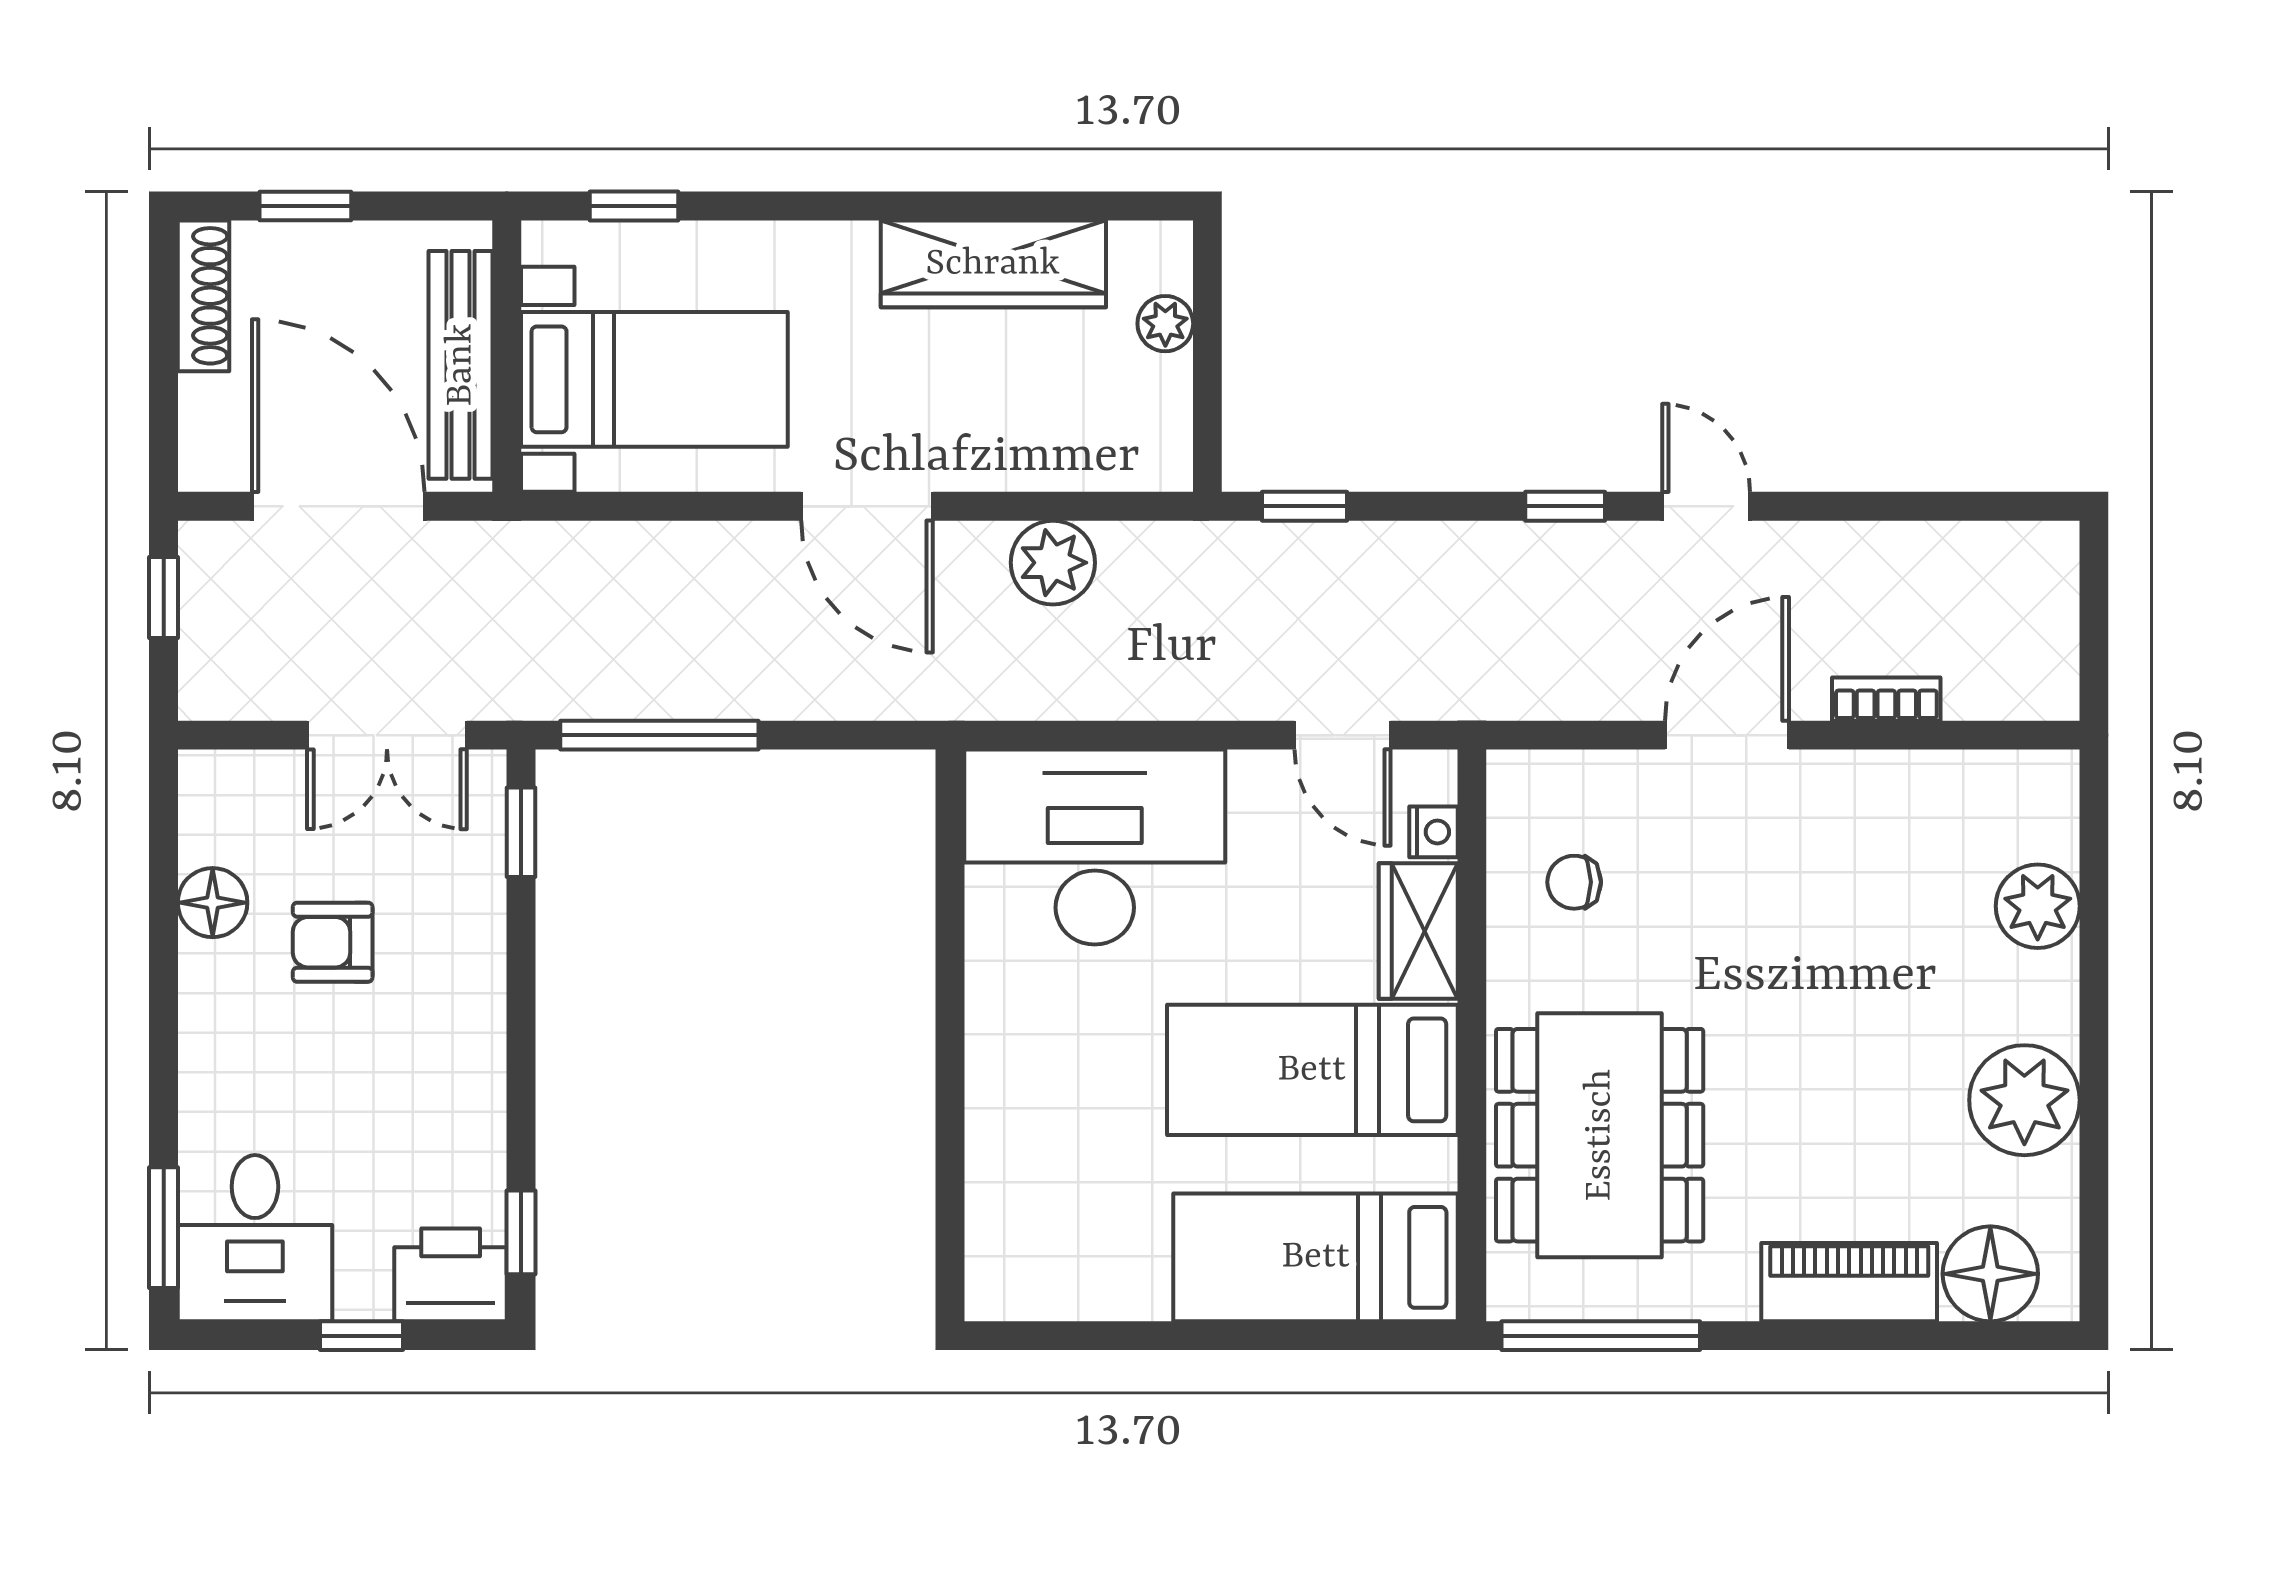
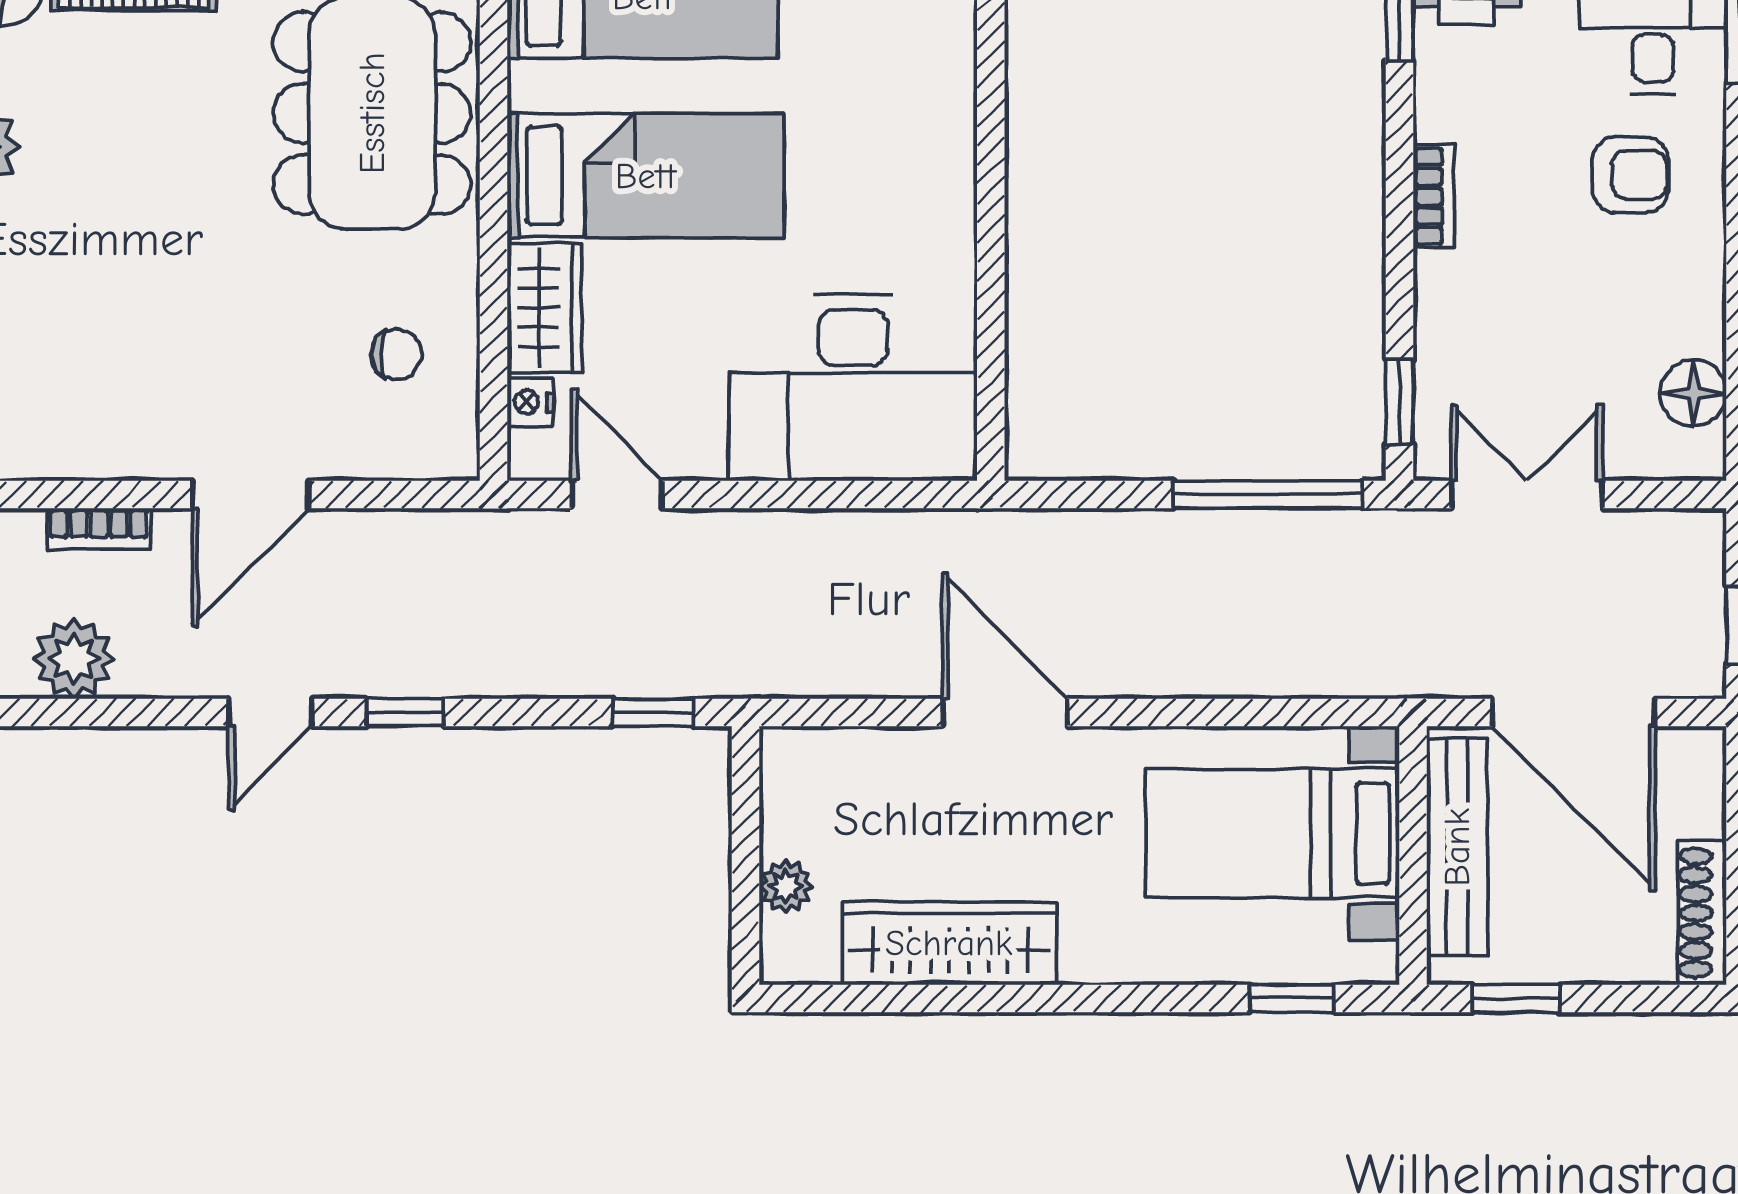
window: (305, 206) -> (1516, 998), moved
door: (867, 506) -> (1005, 712), moved
door: (1706, 506) -> (270, 712), hinge flipped
plant: (1053, 563) -> (74, 659), moved
floor lamp: (213, 903) -> (1693, 393), moved
armchair: (333, 942) -> (1630, 175), moved
bookcase: (485, 1048) -> (1434, 197), added

